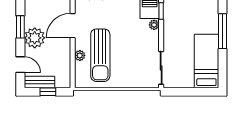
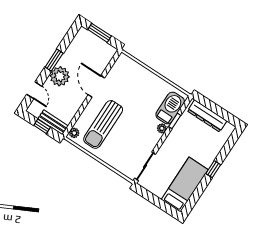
door: (73, 26) -> (96, 86), hinge flipped
window: (222, 31) -> (213, 169), width x0.46
plant: (80, 55) -> (74, 133), moved
bench: (40, 82) -> (53, 122), moved

